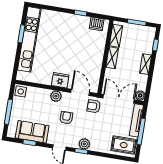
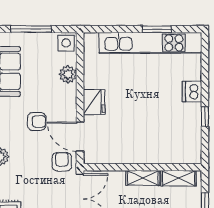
dishwasher: (97, 24) -> (192, 91), moved
door: (80, 92) -> (80, 137), swing flipped
plant: (56, 96) -> (68, 74), moved

